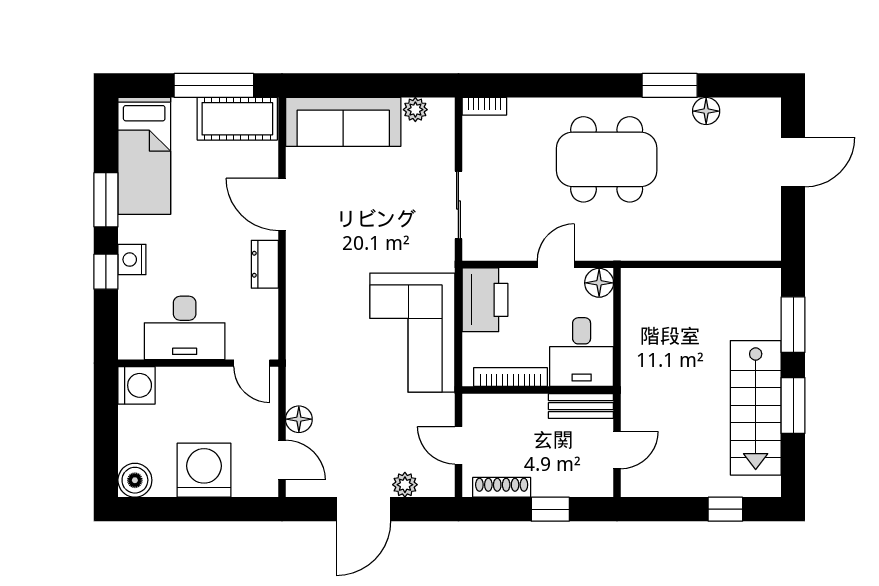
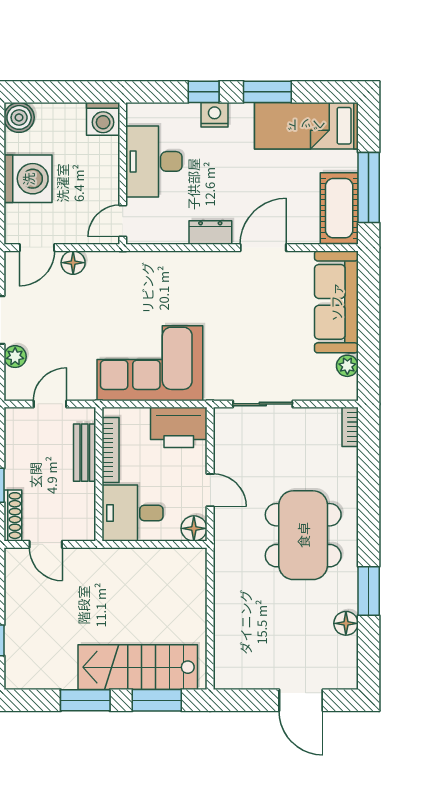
bench: (581, 406) -> (85, 453), moved
stairs: (756, 408) -> (138, 667), moved
shoe rack: (502, 487) -> (13, 516), moved

